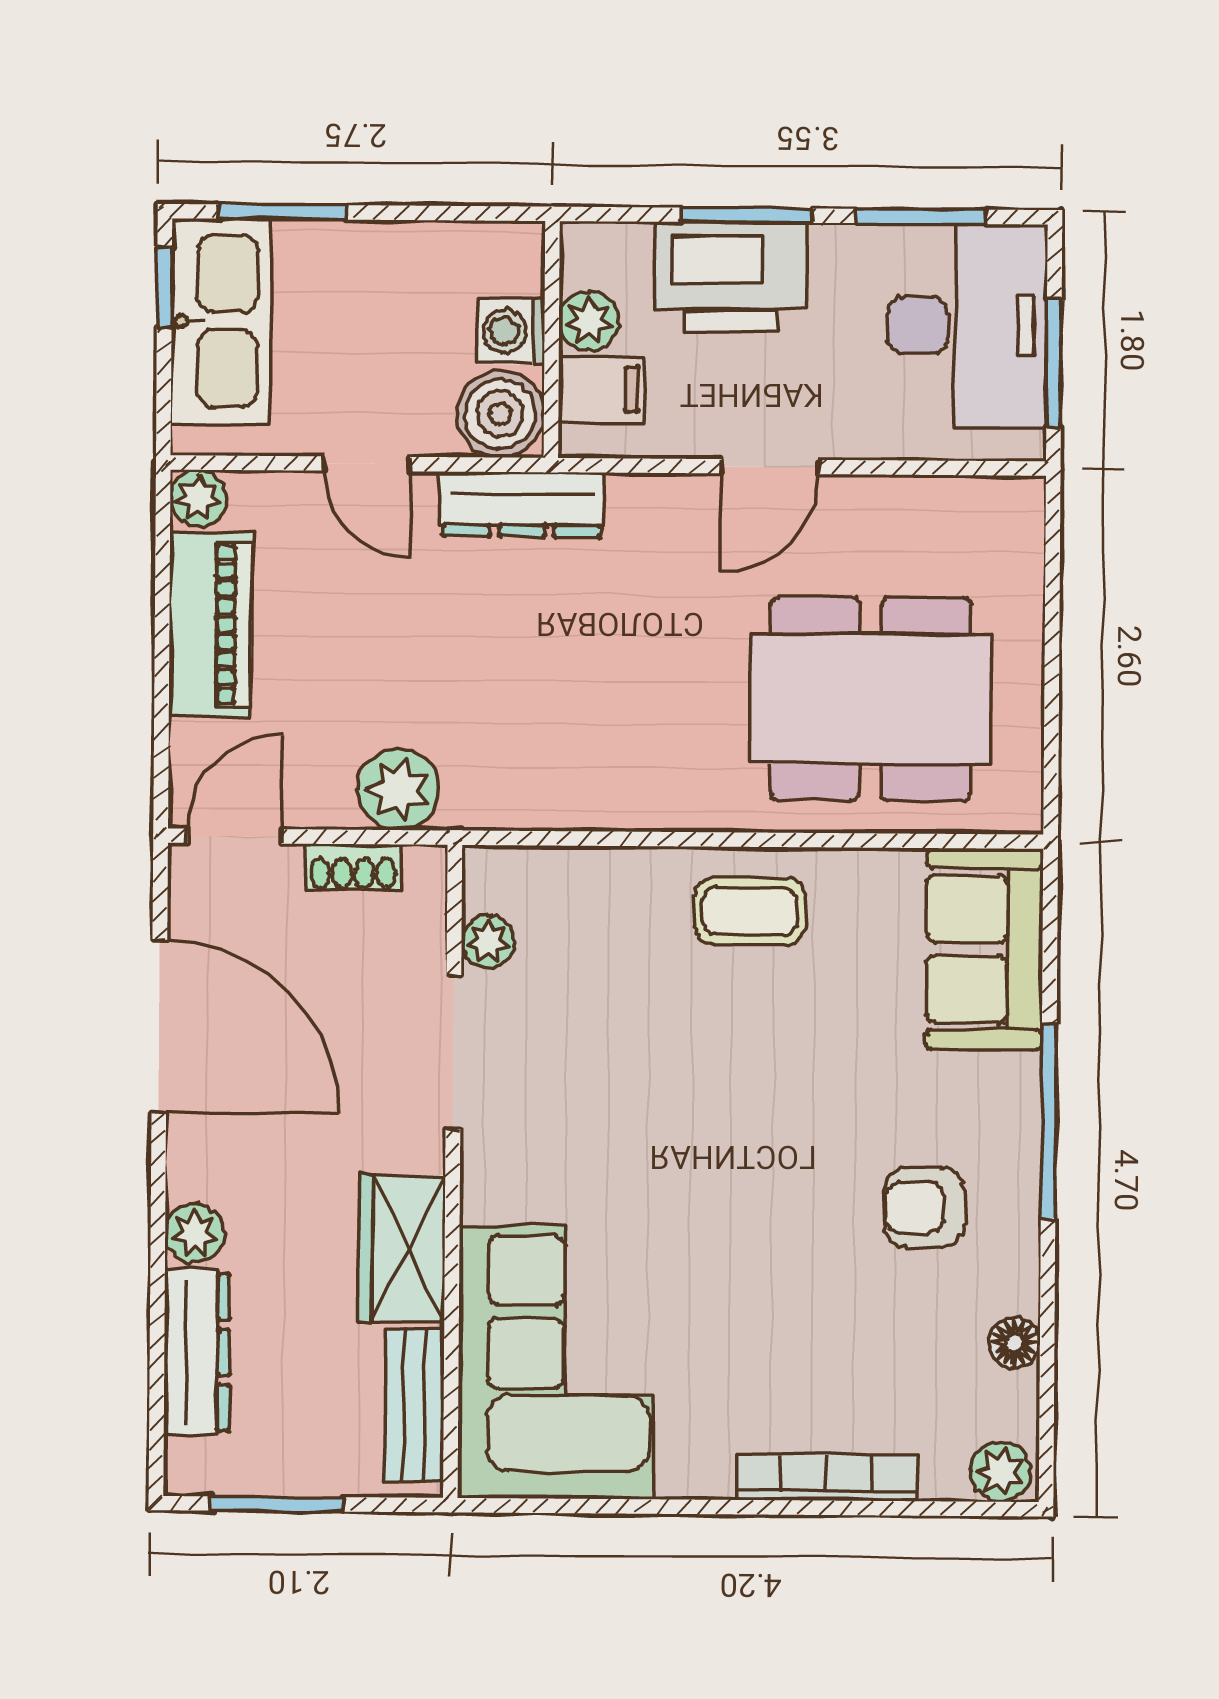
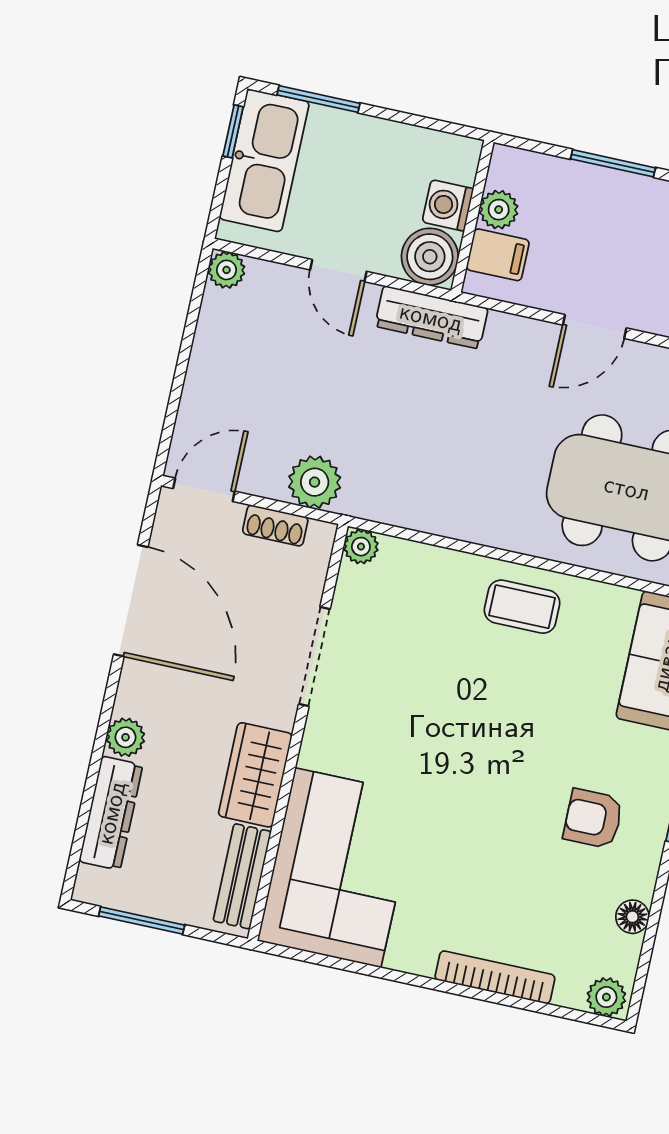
printer: (731, 277) -> (595, 201), removed
piano: (210, 624) -> (217, 352), removed
plant: (488, 942) -> (361, 547), moved

